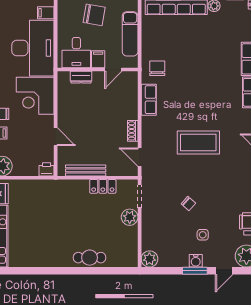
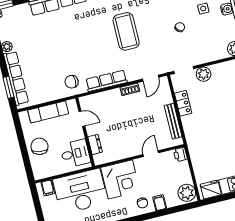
filing cabinet: (98, 59) -> (76, 134), removed
row of seats: (149, 100) -> (106, 81), width x1.48

